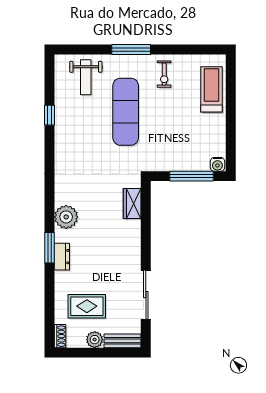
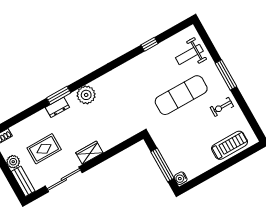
wardrobe: (132, 204) -> (89, 153), moved
rug: (87, 306) -> (44, 149), moved, turned 90

